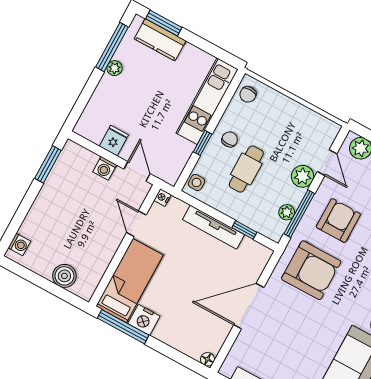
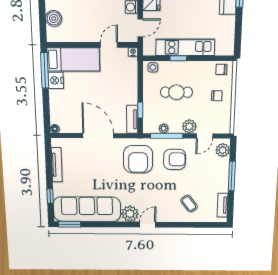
kitchen unit: (207, 101) -> (185, 47), moved
chair: (230, 139) -> (217, 96), moved
tv unit: (214, 227) -> (132, 119), moved, width x0.71

